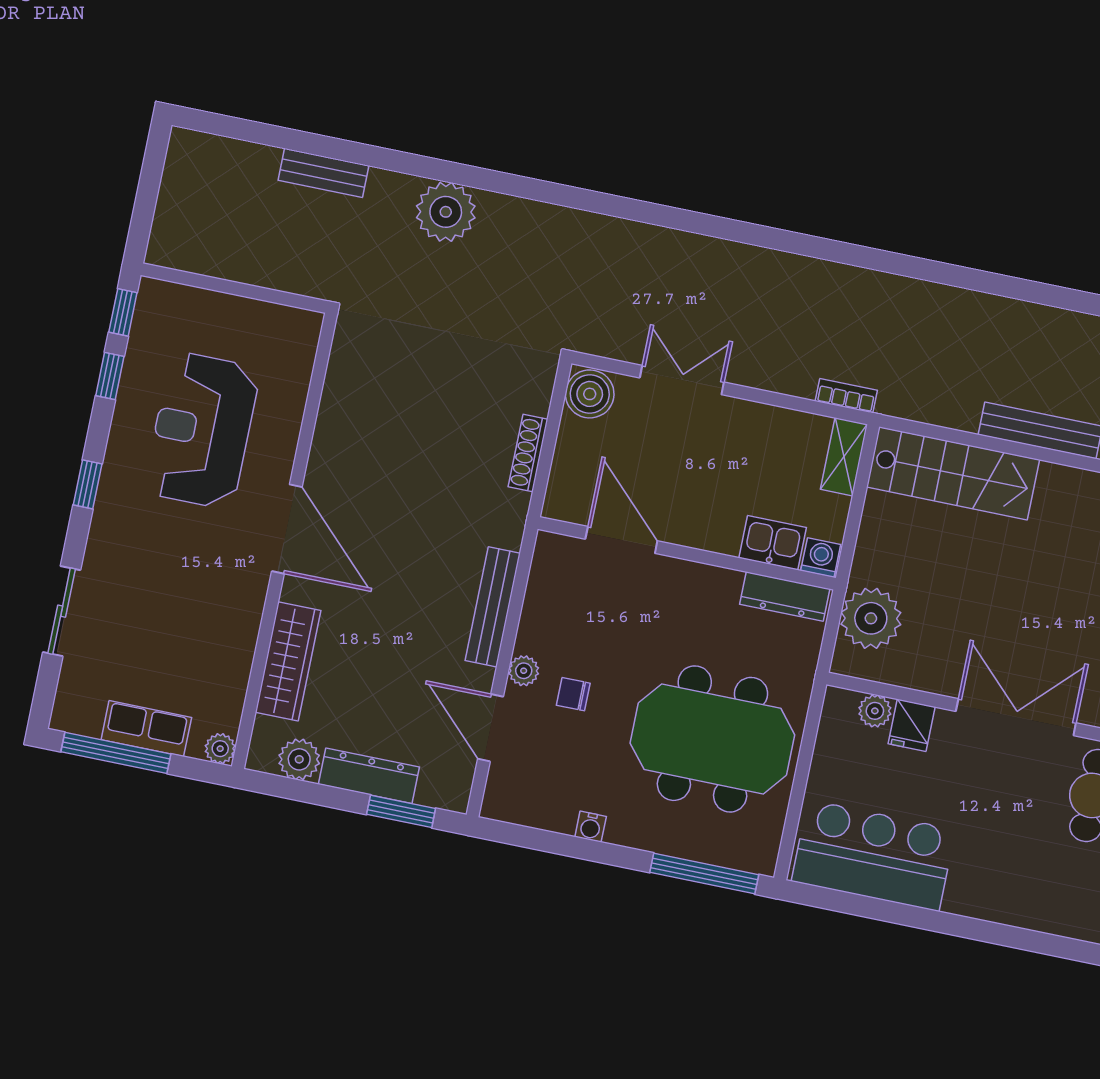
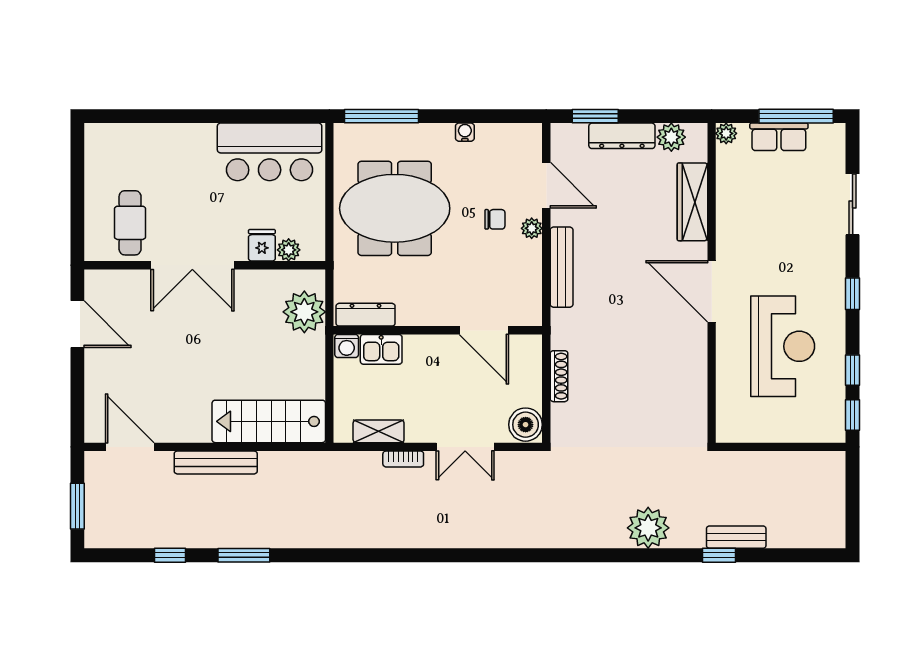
window: (353, 152) -> (719, 555), added
window: (1027, 291) -> (244, 555), added
bookcase: (846, 396) -> (403, 459), moved
shelving: (844, 457) -> (379, 431), moved, turned 90

